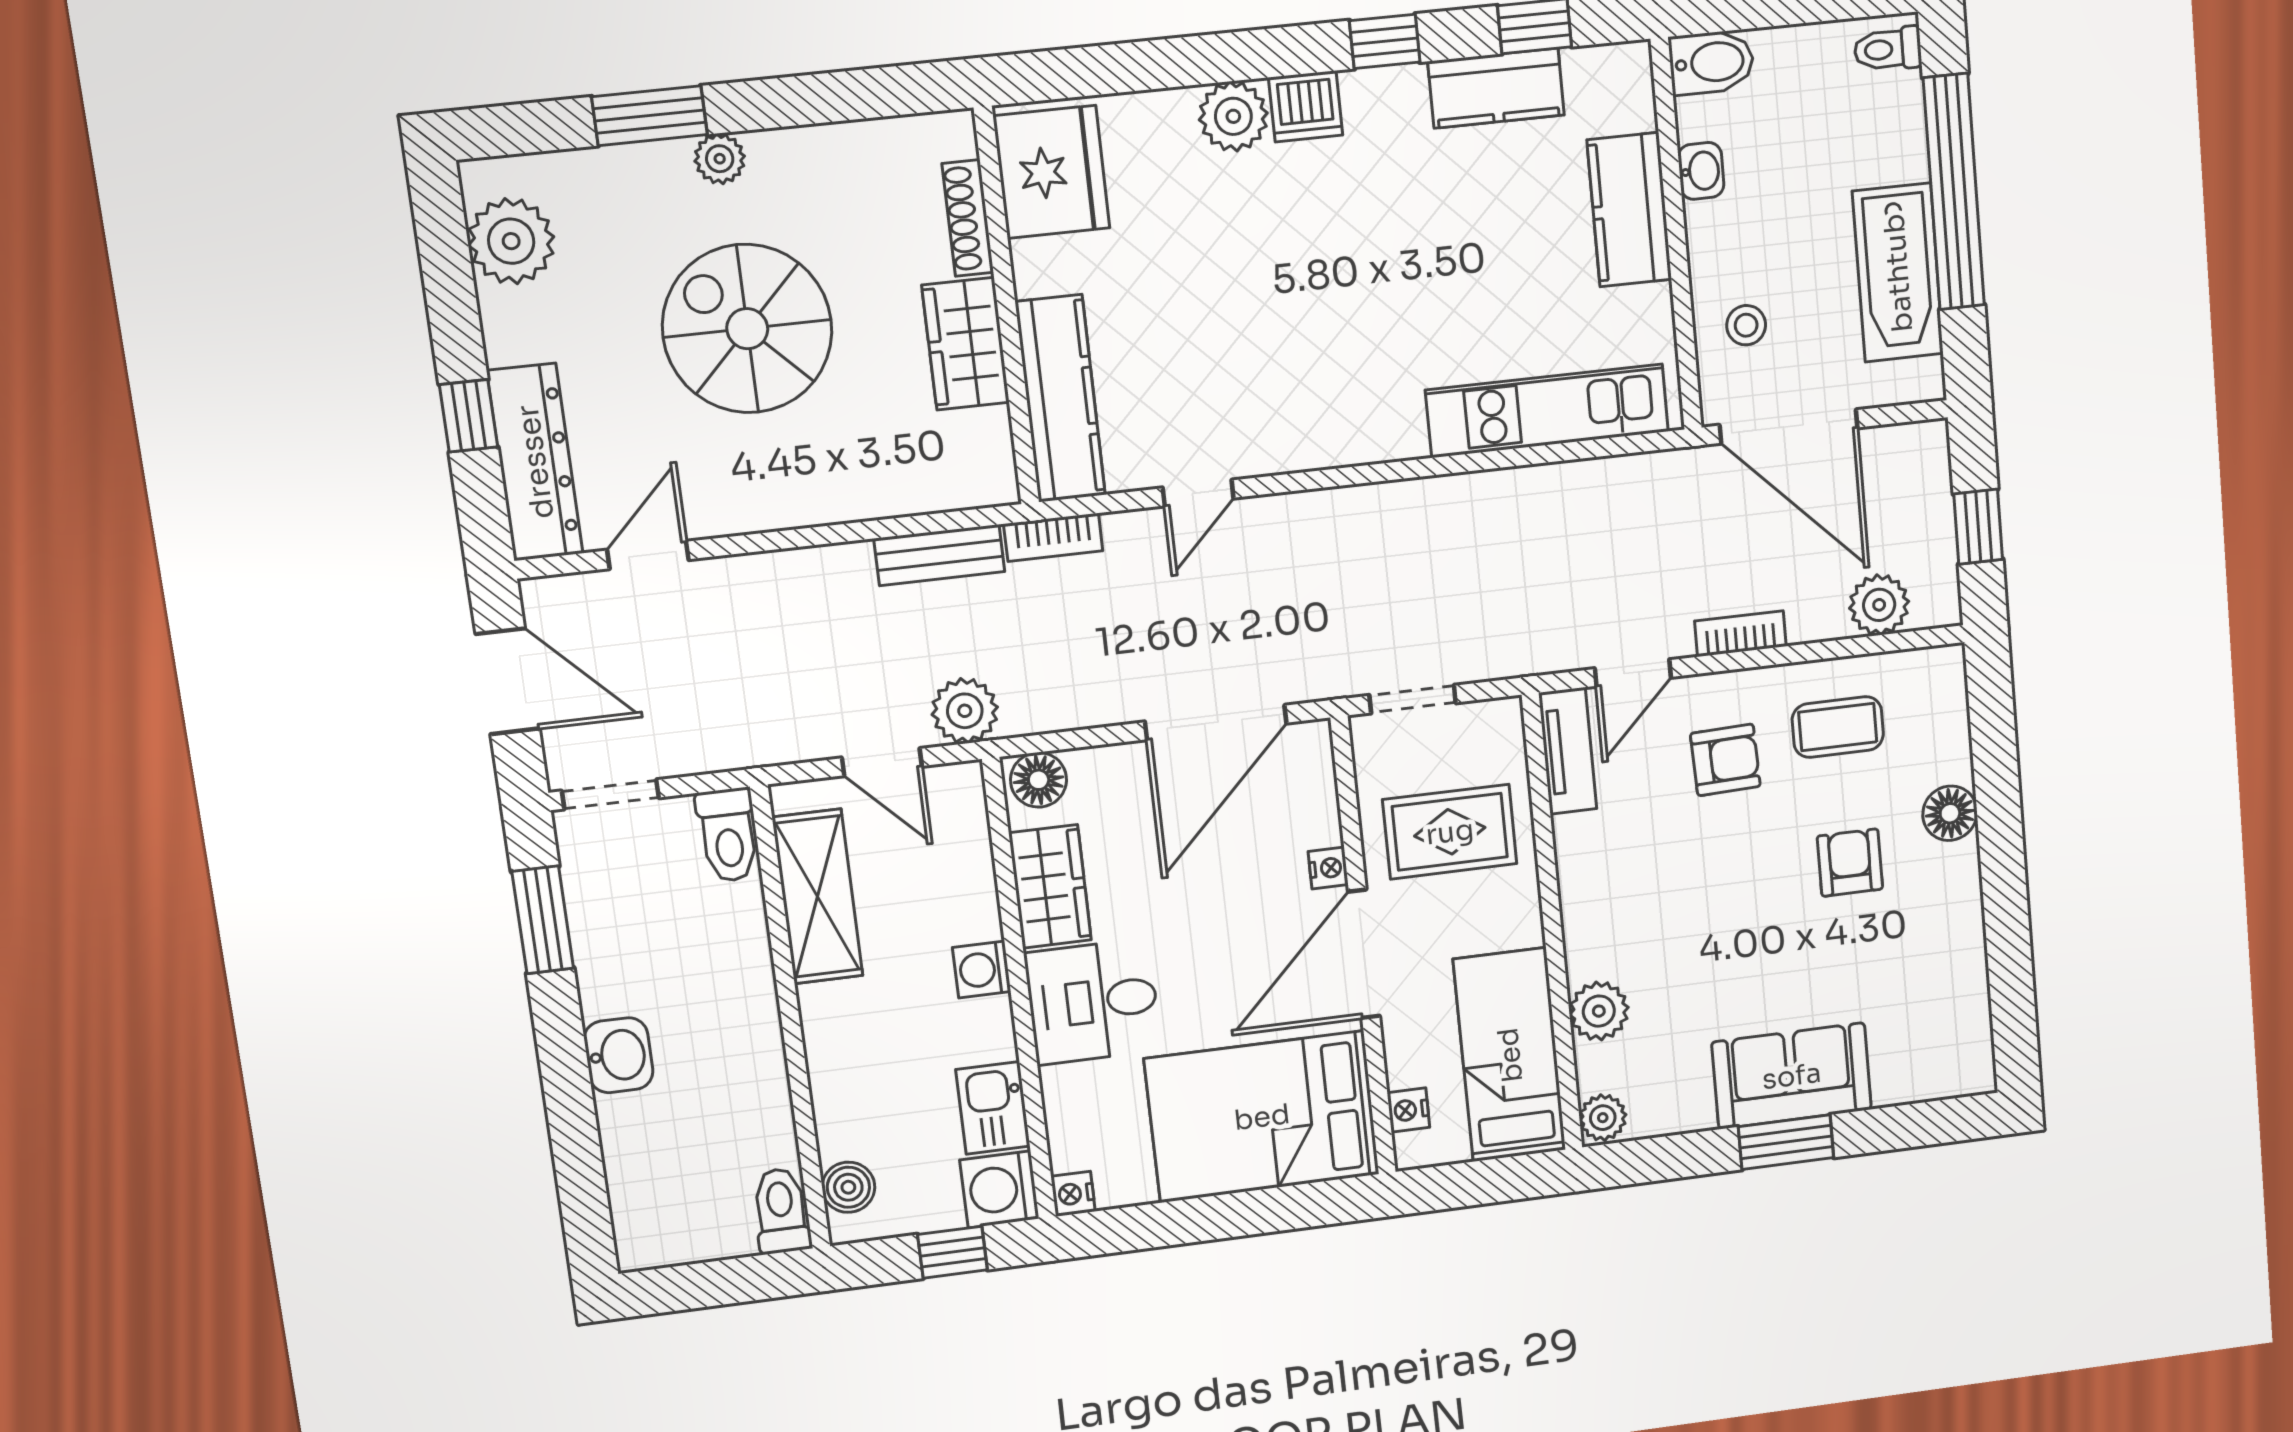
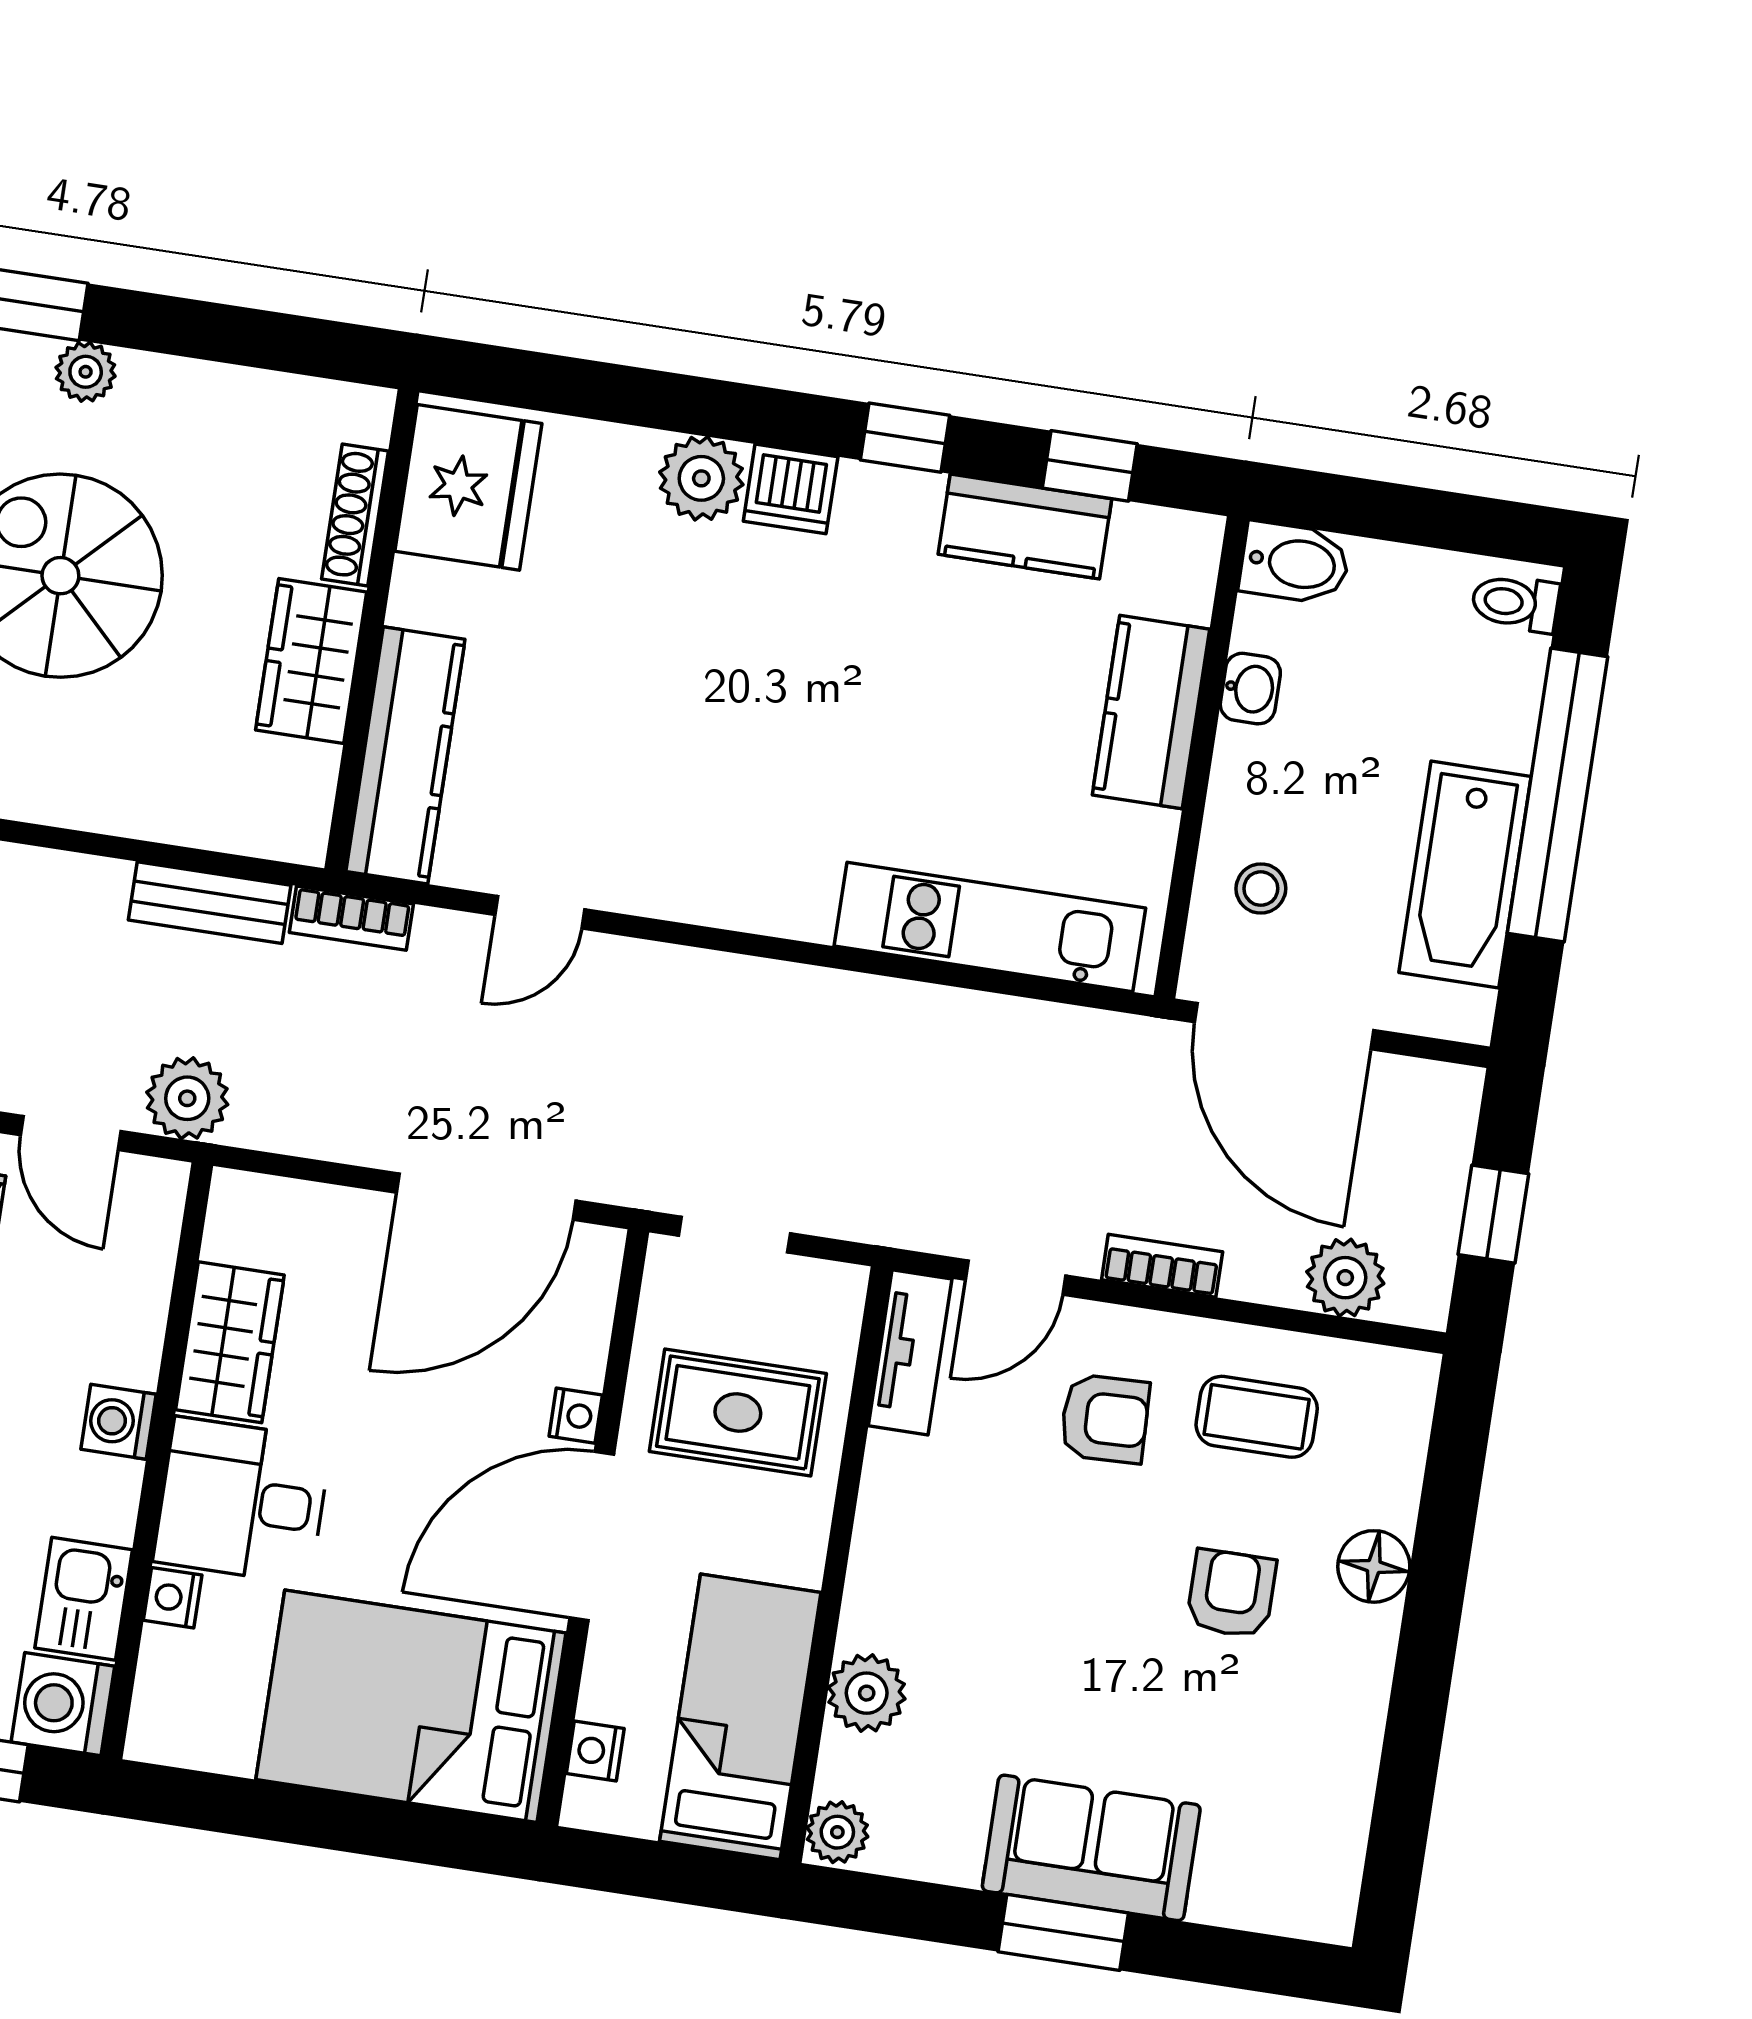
floor lamp: (1039, 780) -> (252, 1207), removed
nightstand: (1073, 1194) -> (173, 1598), moved

